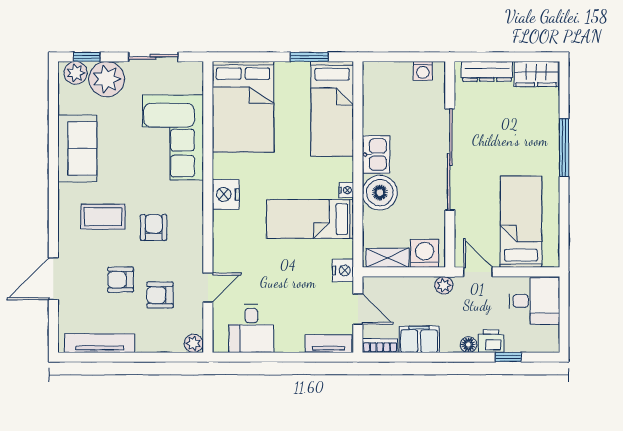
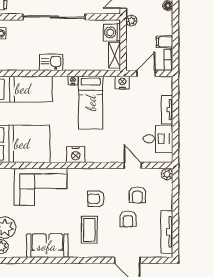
boiler: (380, 193) -> (75, 60), removed
filing cabinet: (419, 339) -> (165, 42), width x0.50
tv unit: (328, 344) -> (167, 110), moved

